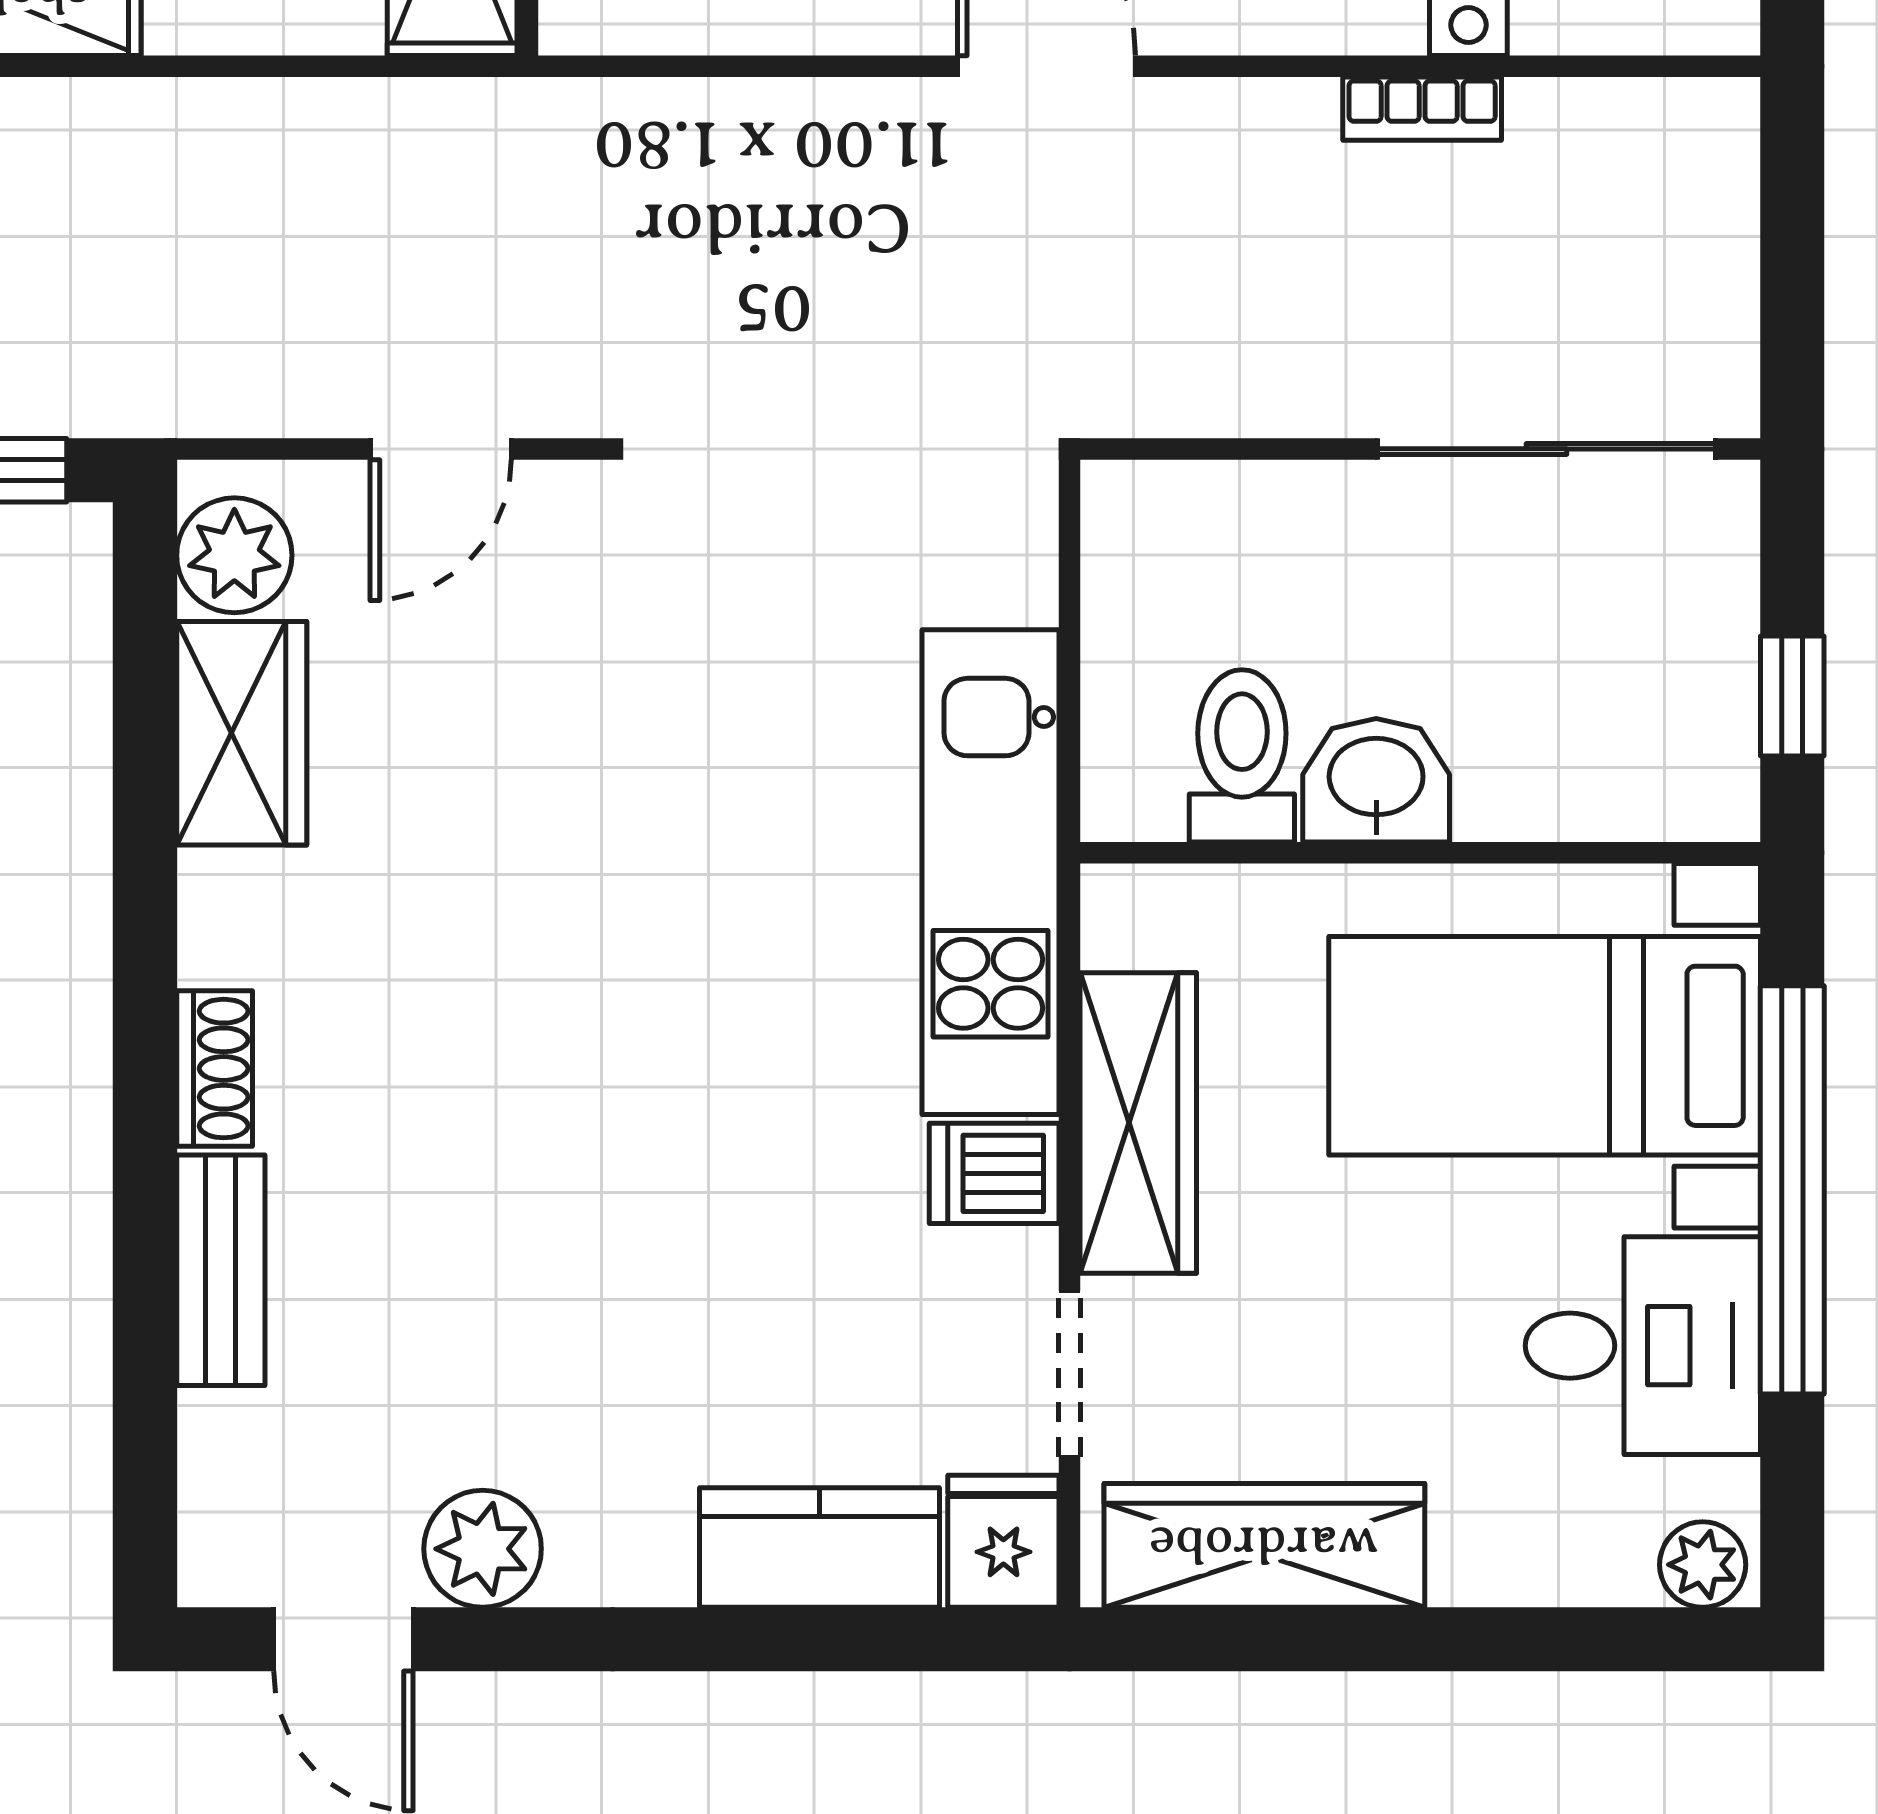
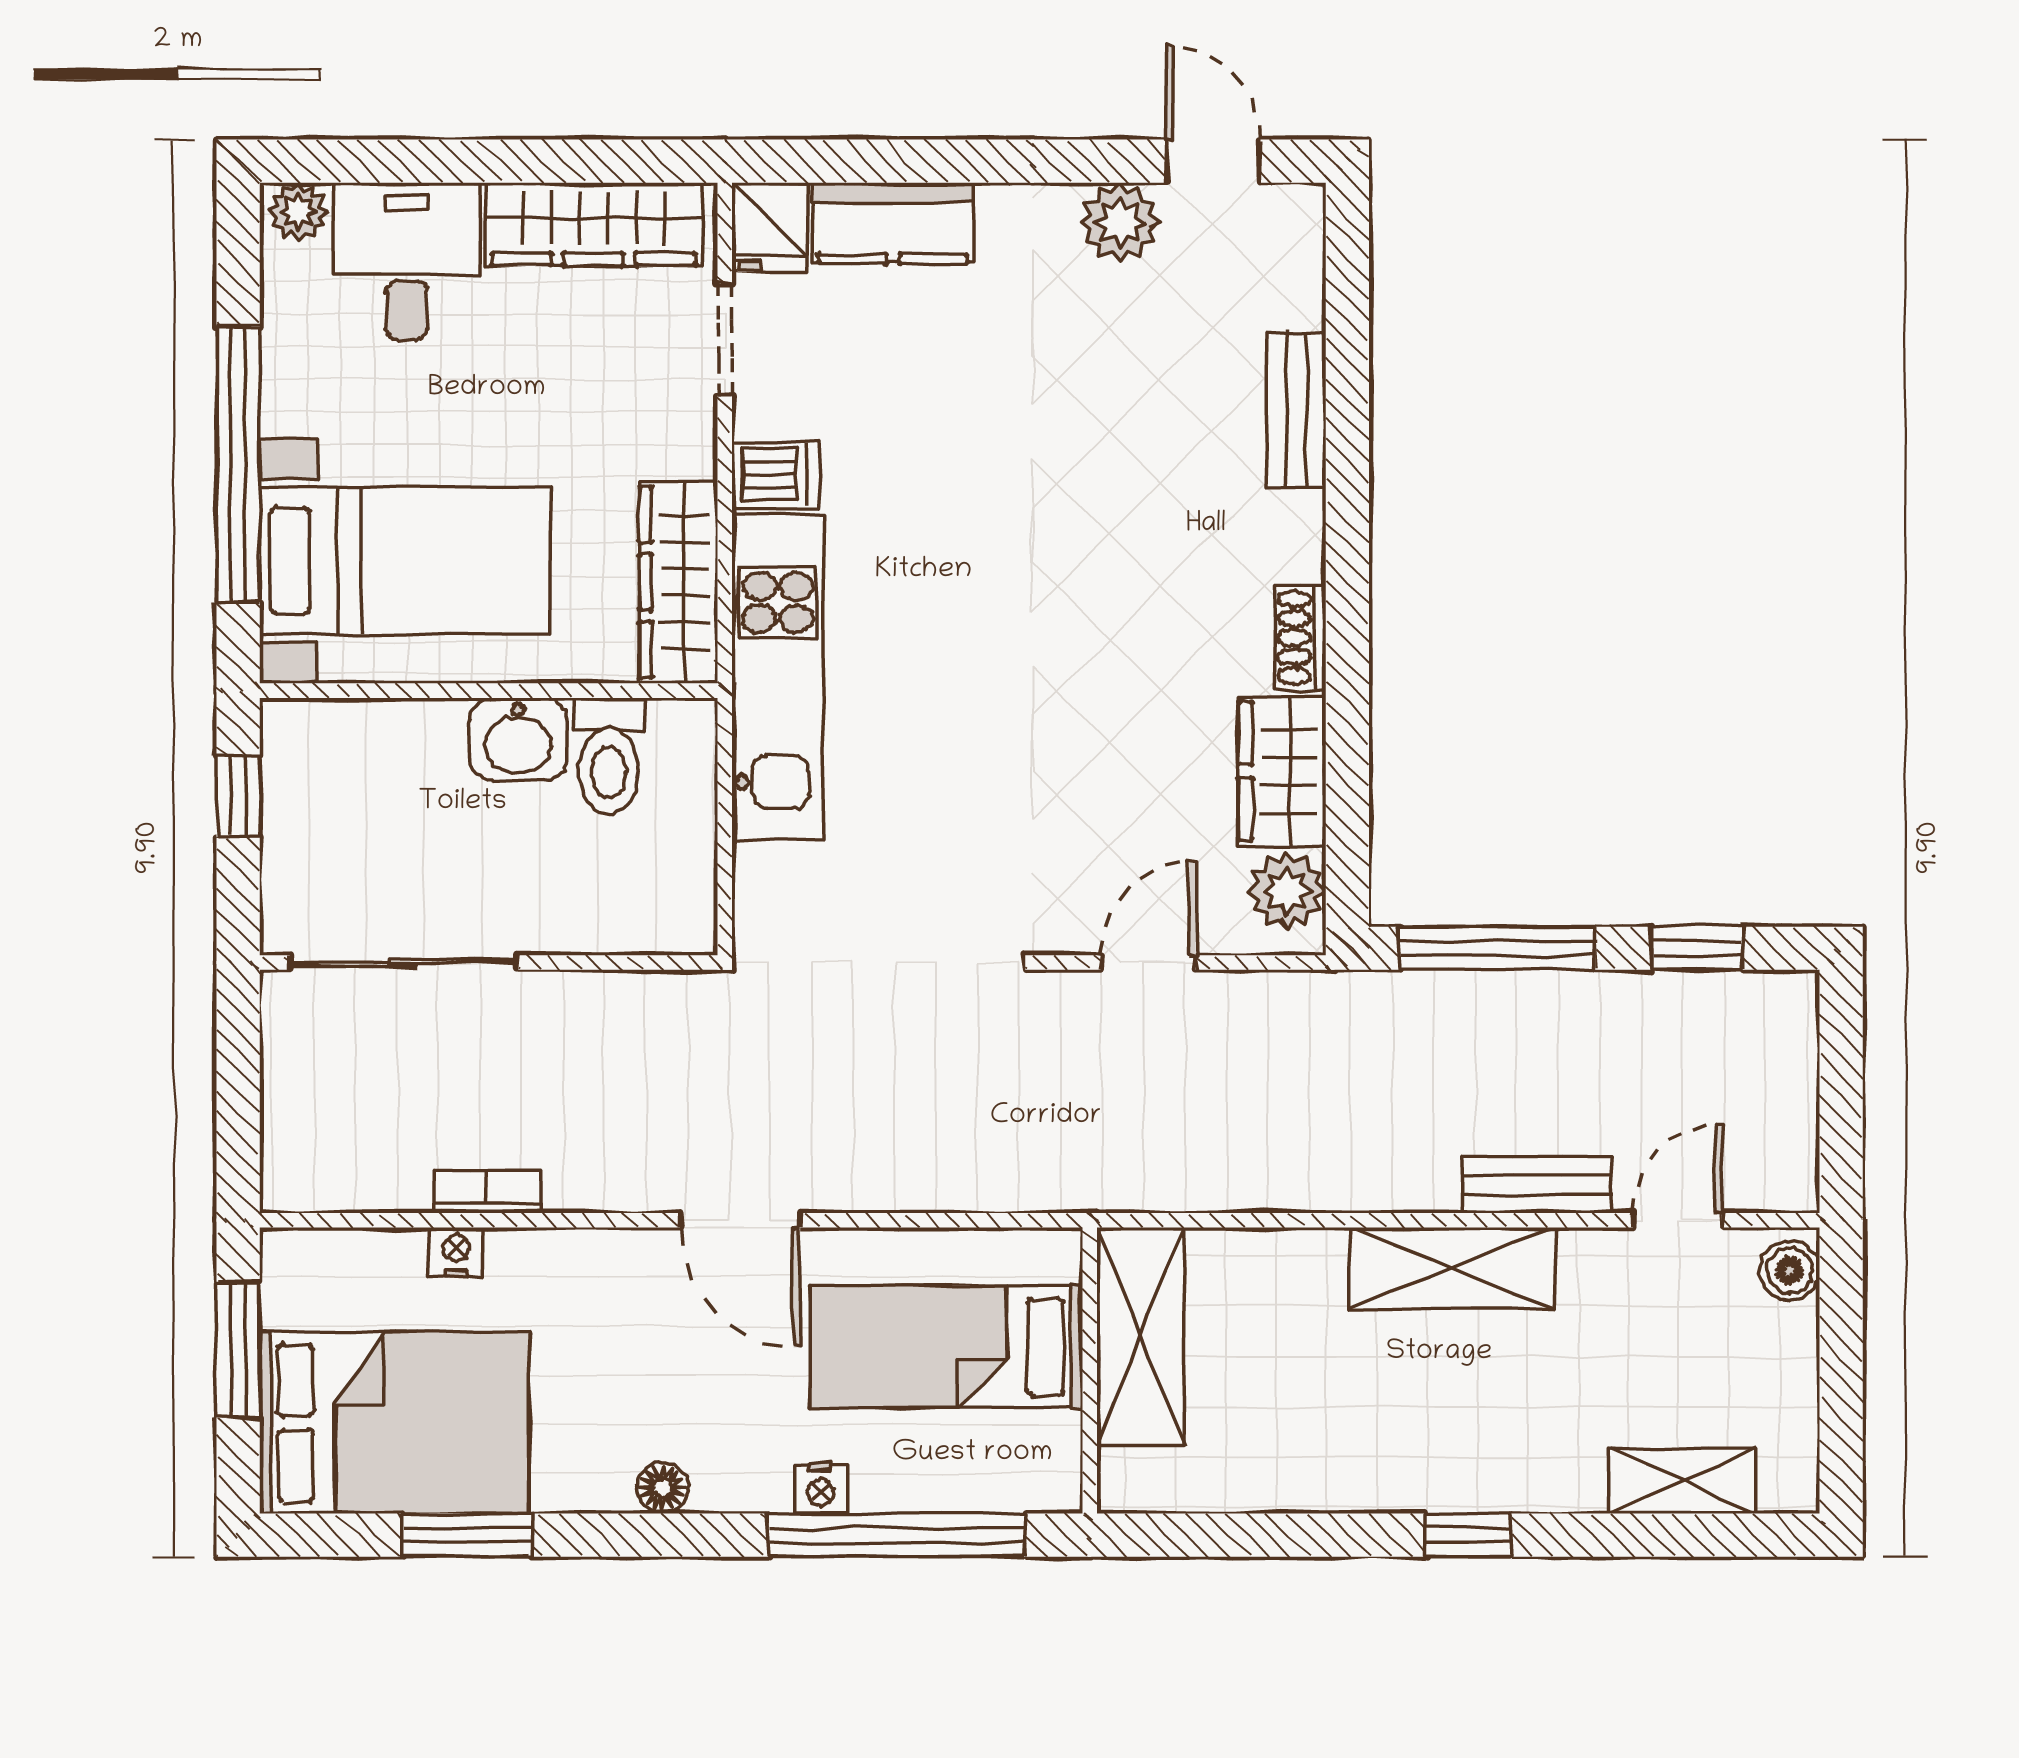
shoe rack: (215, 1069) -> (1300, 638), moved
wardrobe: (1138, 1123) -> (678, 582), moved
desk: (1643, 1346) -> (406, 262), moved, turned 90

